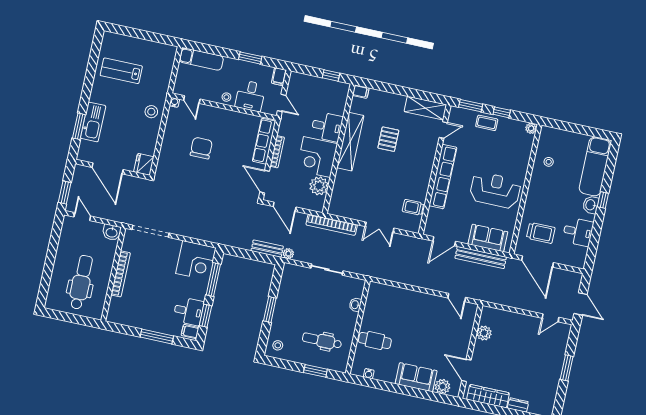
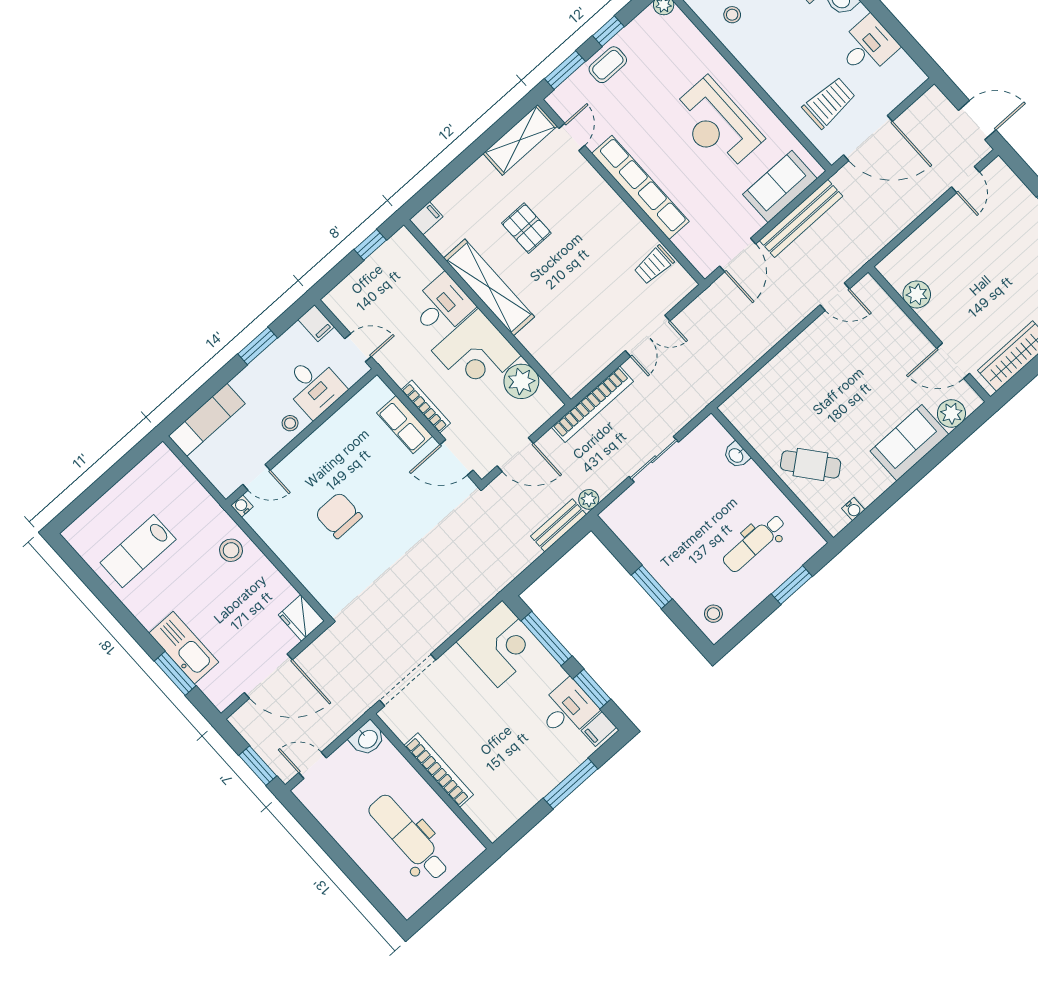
row of seats: (264, 141) -> (405, 425), width x0.68
reception desk: (495, 190) -> (717, 124), turned -90
cafe table: (375, 341) -> (811, 464), turned 51

